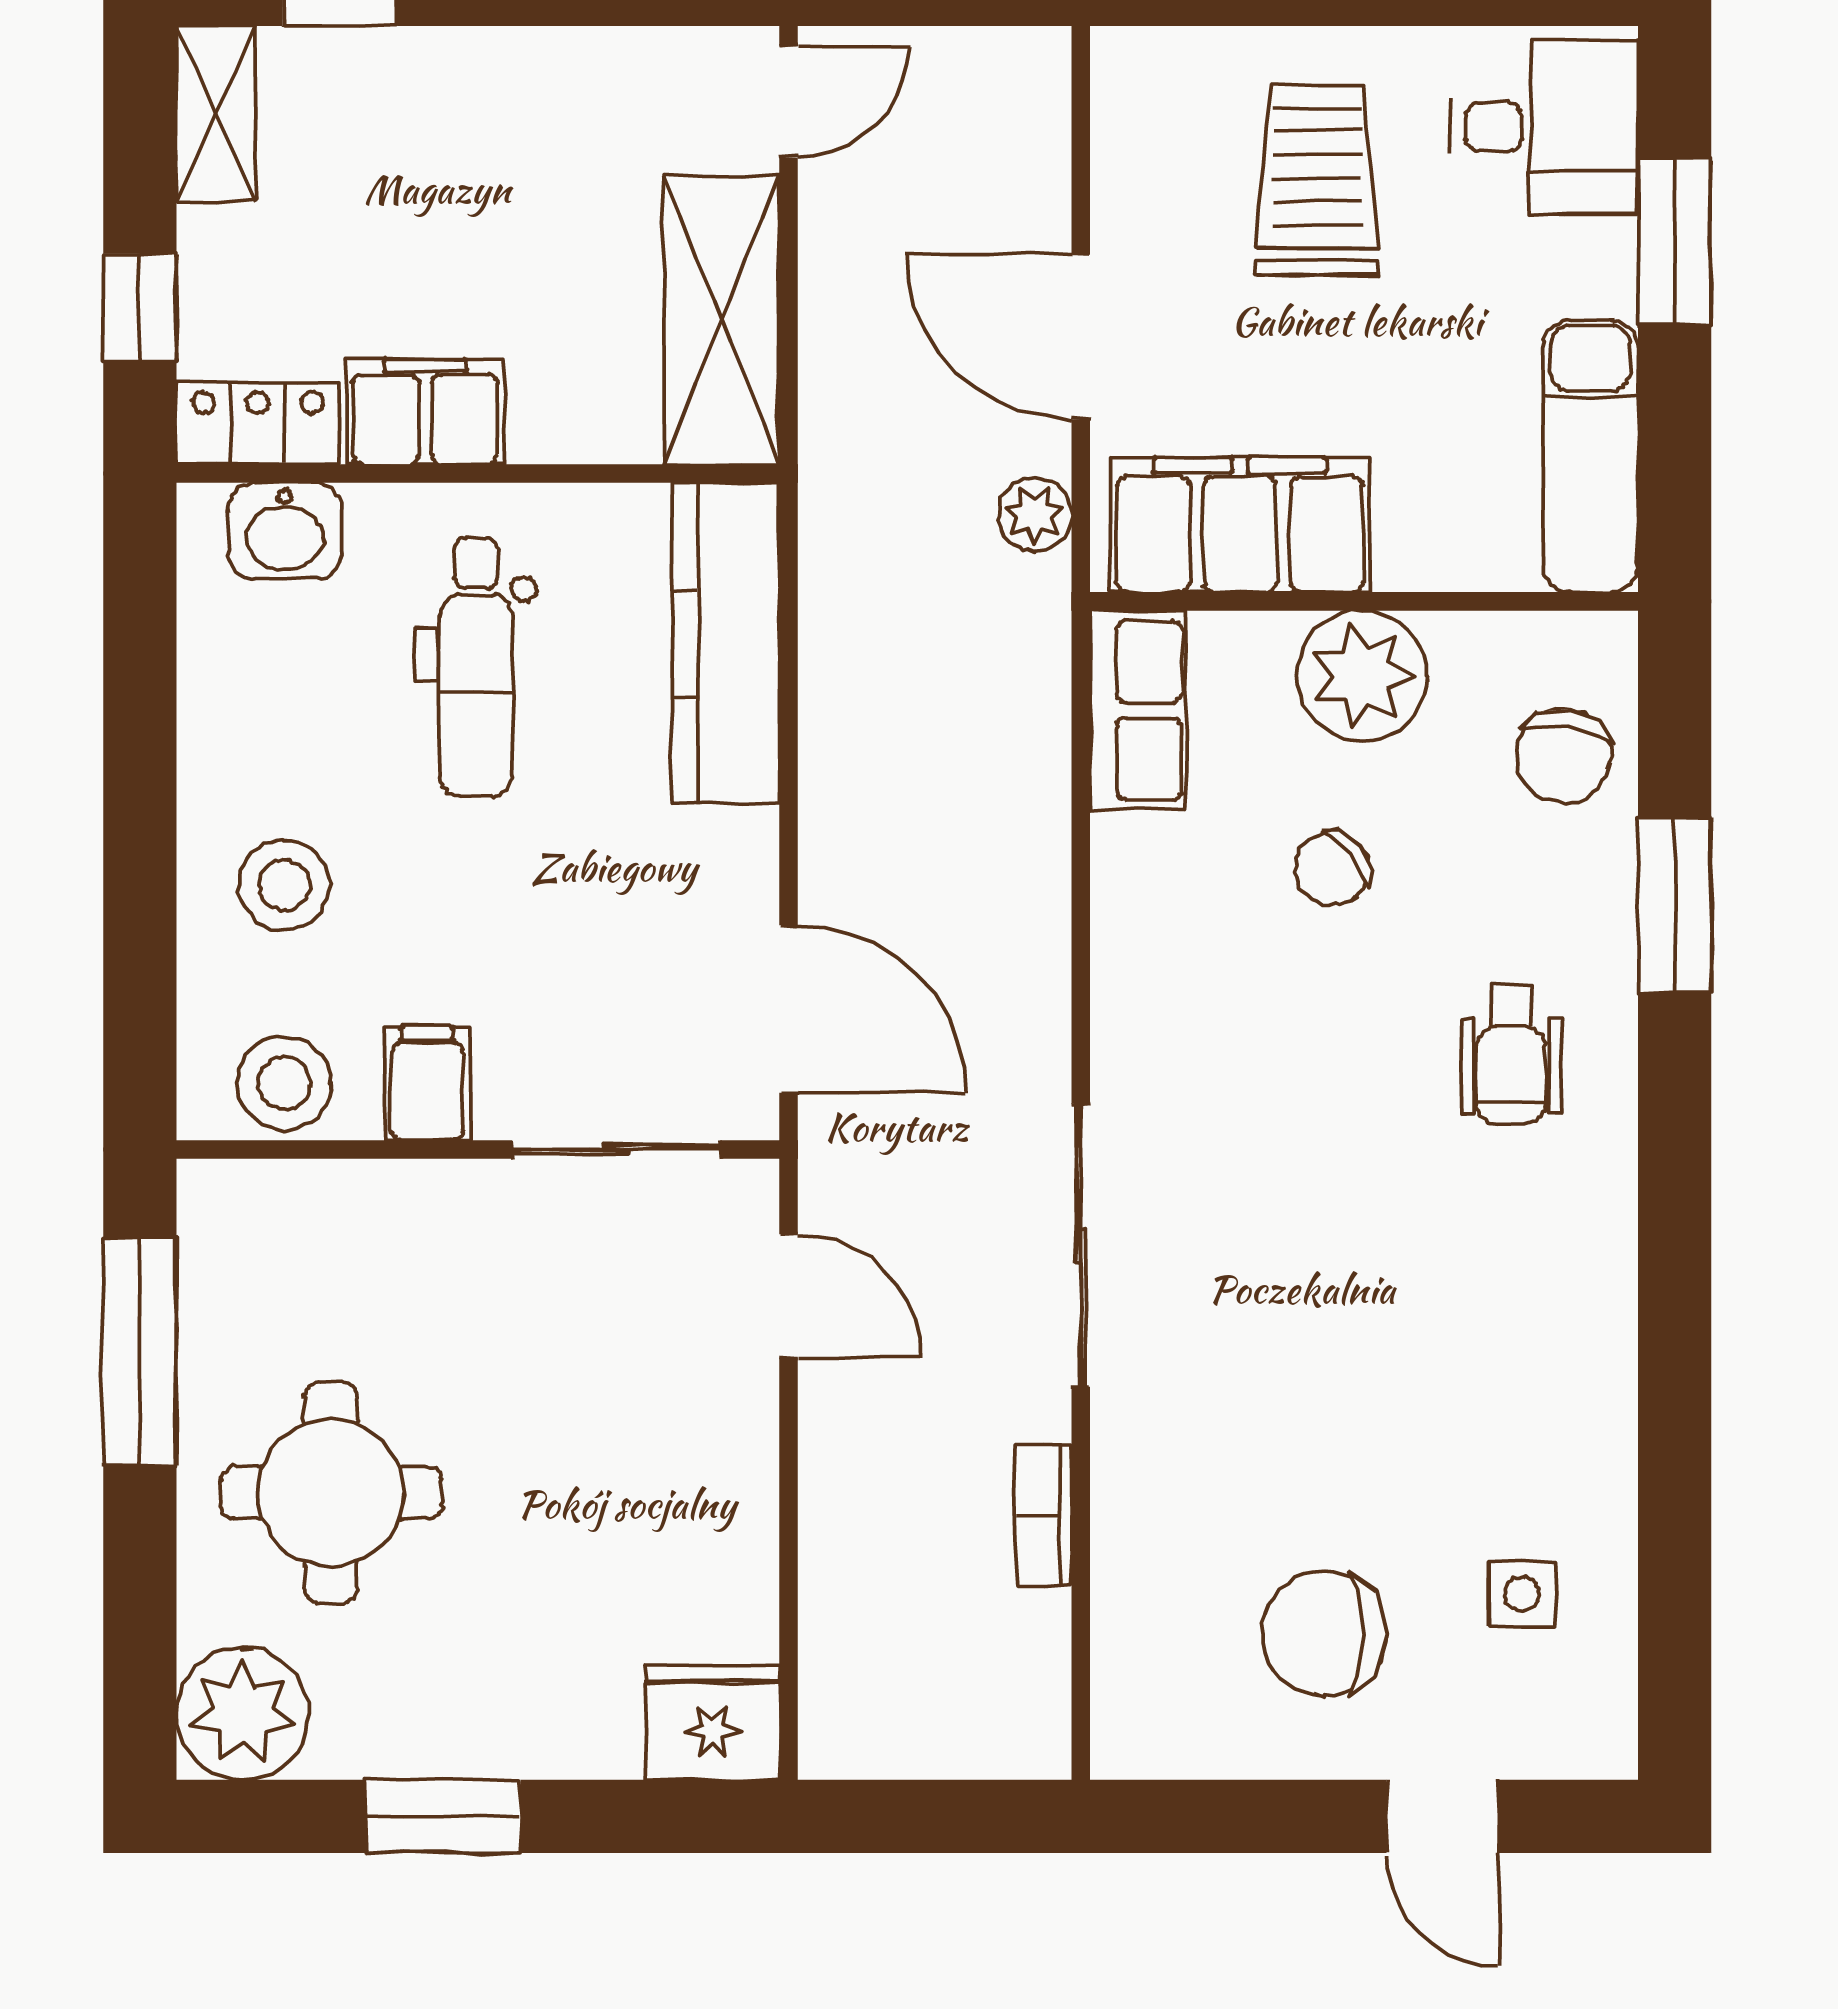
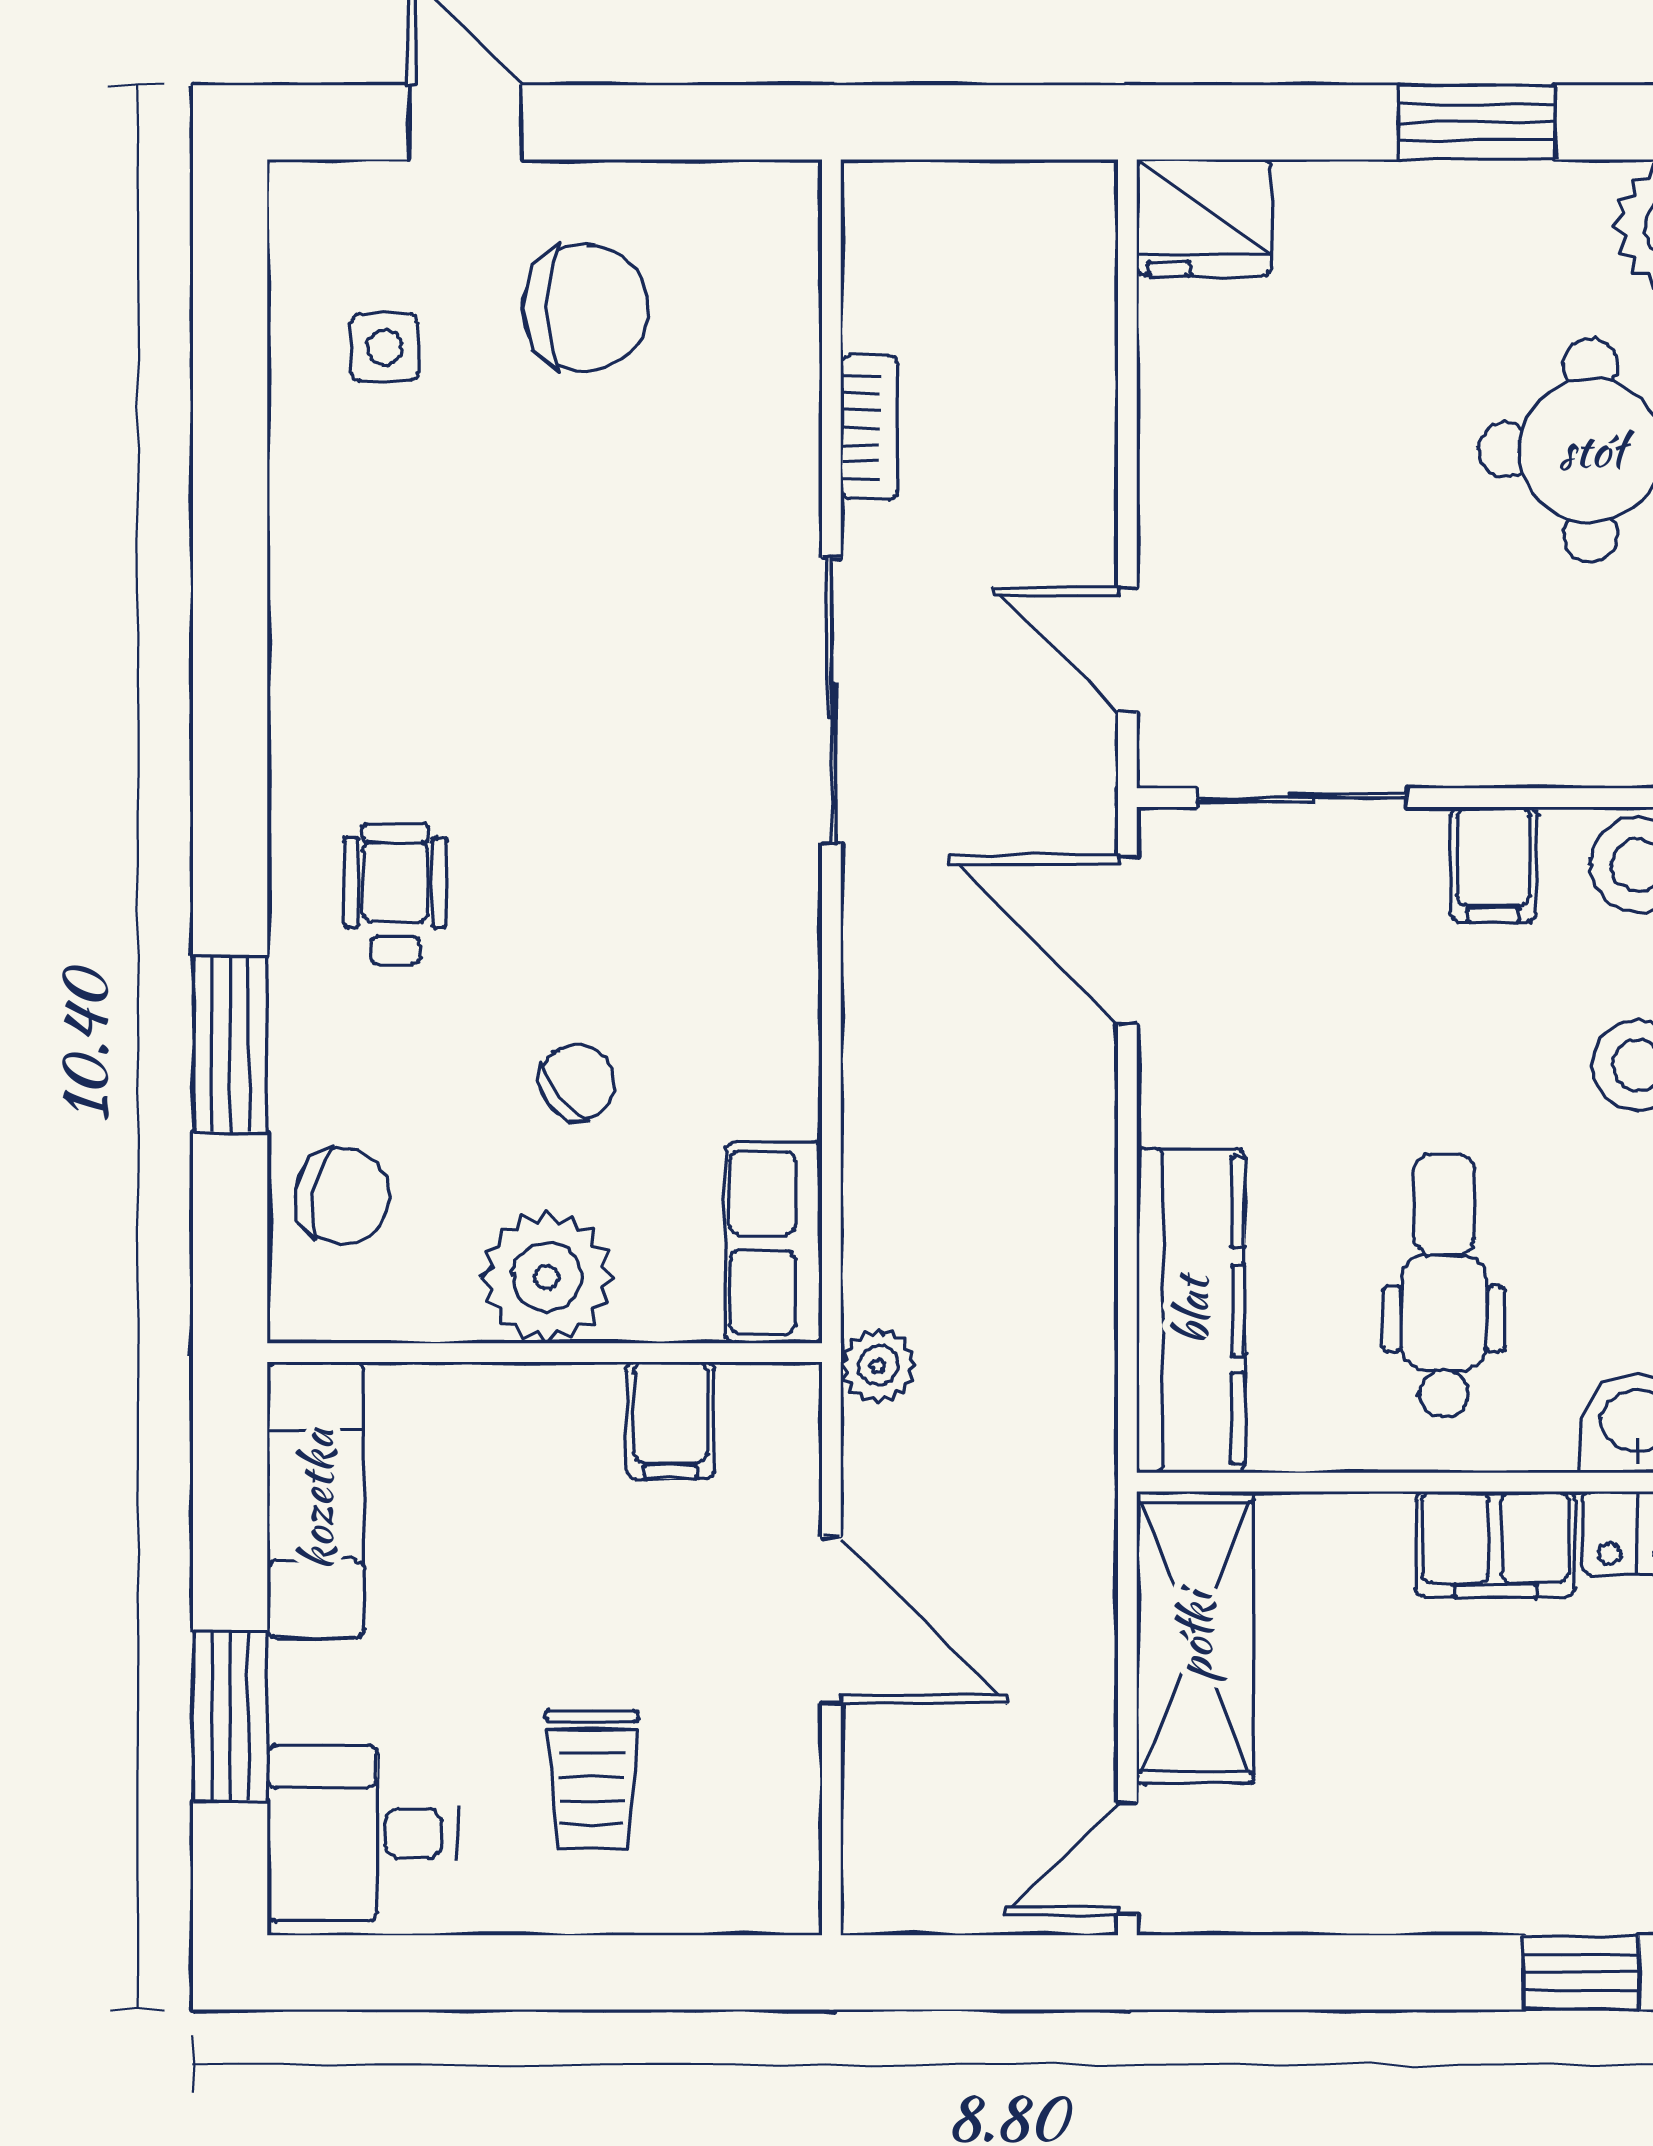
trolley: (1317, 180) -> (592, 1779), width x0.73, depth x0.72
plant: (1035, 515) -> (878, 1366), moved
filing cabinet: (1240, 525) -> (670, 1420), width x0.33, depth x0.86
chair: (1564, 756) -> (342, 1196), turned 92

